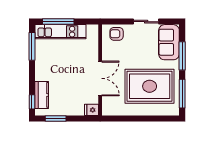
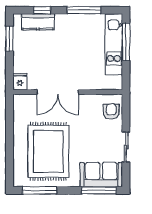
window: (32, 46) -> (84, 10), moved
window: (182, 56) -> (99, 190), moved
window: (32, 102) -> (42, 10), moved

